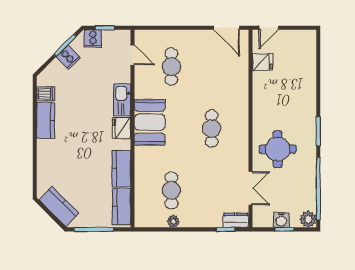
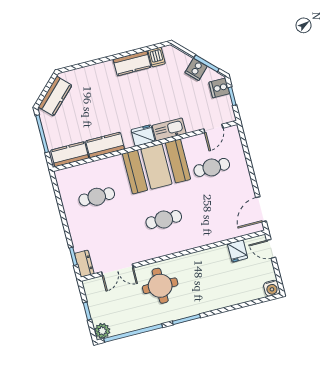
booth: (150, 122) -> (156, 166), width x1.36, depth x1.42
water cooler: (281, 220) -> (272, 288), moved, turned -90
plant: (173, 221) -> (68, 206), removed

